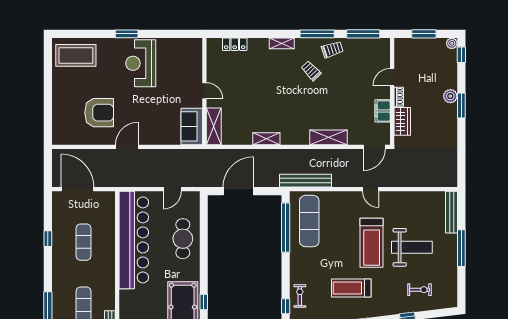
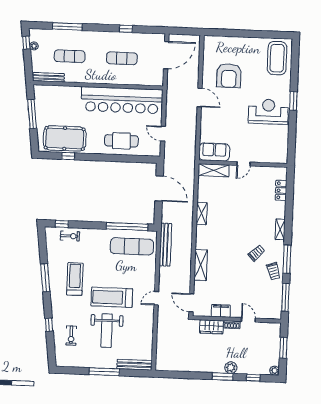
window: (461, 55) -> (253, 378), moved

